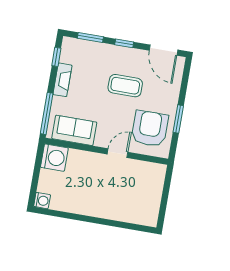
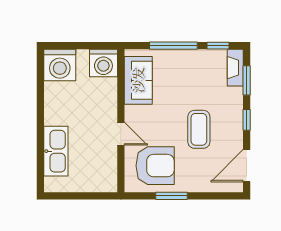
fireplace: (62, 80) -> (235, 68), moved, turned 90
window: (47, 113) -> (173, 46), moved
washing machine: (42, 201) -> (60, 65), width x1.89, depth x1.89
kitchen sink: (123, 211) -> (56, 151), added

